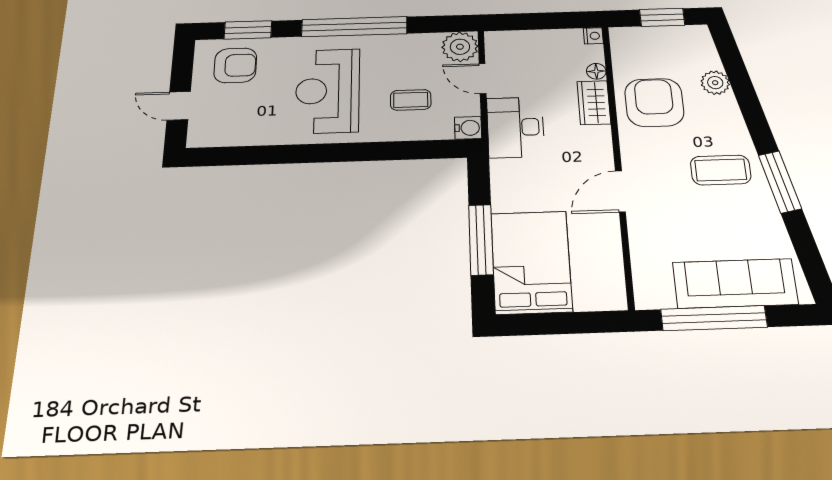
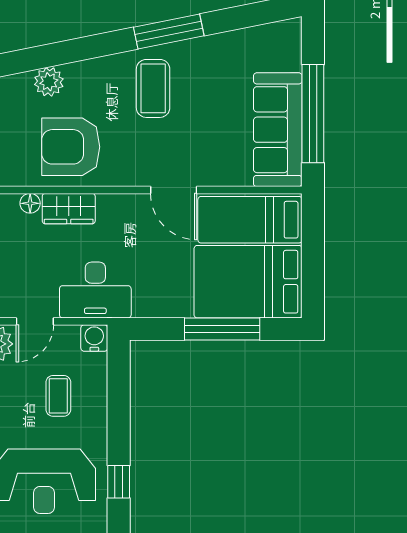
window: (325, 153) -> (119, 482), added
bed: (596, 262) -> (250, 220), added
sofa: (735, 283) -> (278, 130), moved

